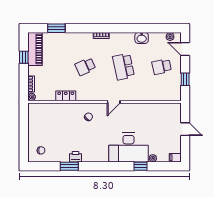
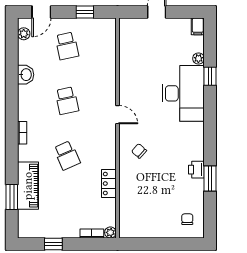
piano: (35, 49) -> (28, 186), moved, turned 90
school desk: (123, 67) -> (67, 101), width x0.54

